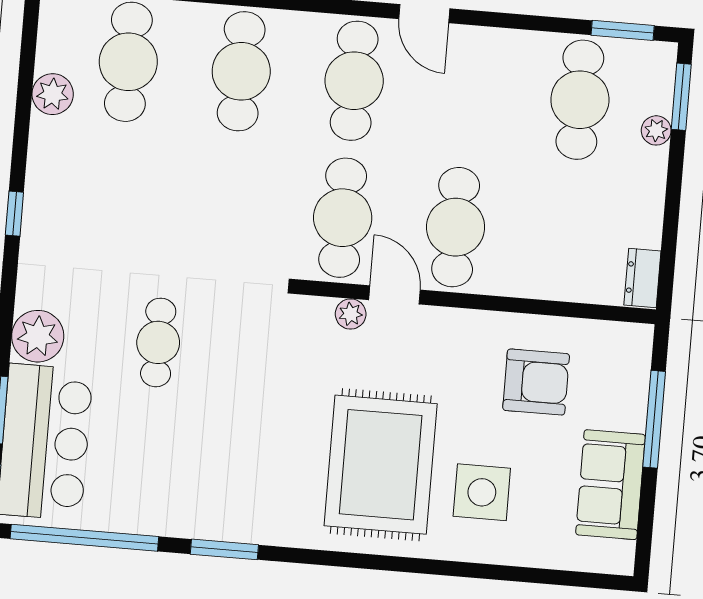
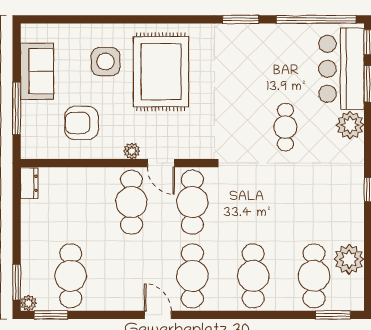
plant: (53, 94) -> (349, 259), width x1.36, depth x1.36
plant: (656, 130) -> (29, 303), moved
plant: (351, 314) -> (132, 151), moved

